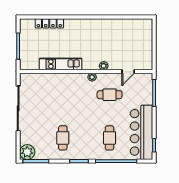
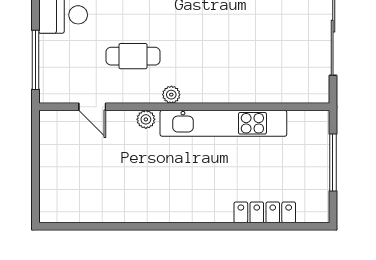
kitchen unit: (61, 64) -> (223, 123), width x1.36
door: (128, 72) -> (92, 107), swing flipped

